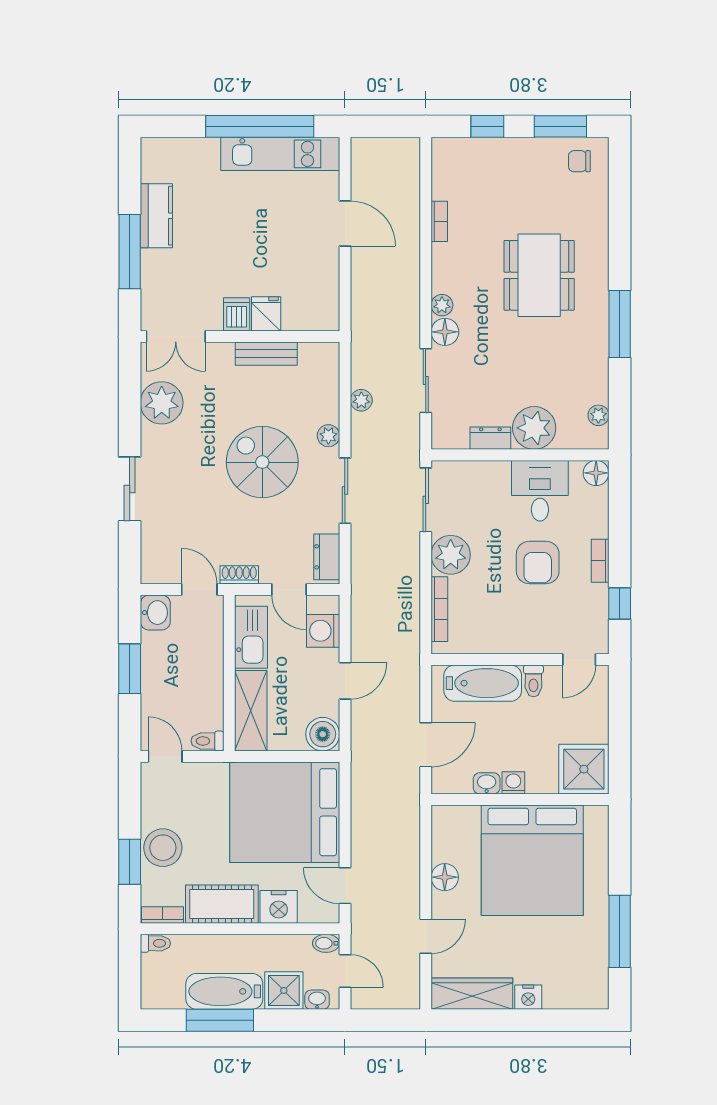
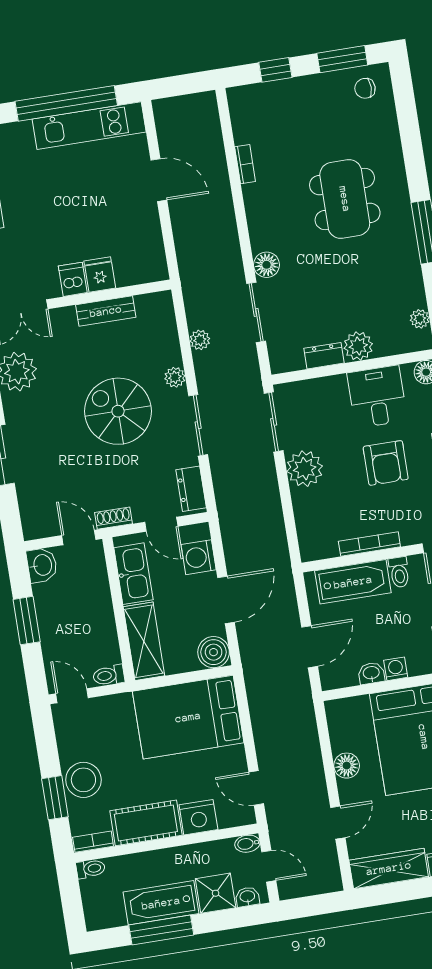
plant: (442, 305) -> (260, 241), removed
plant: (534, 428) -> (358, 346), width x0.73, depth x0.73
bookcase: (439, 609) -> (369, 544), moved, turned -90
door: (345, 681) -> (226, 600), width x1.38
bed: (285, 812) -> (188, 717), width x0.73

